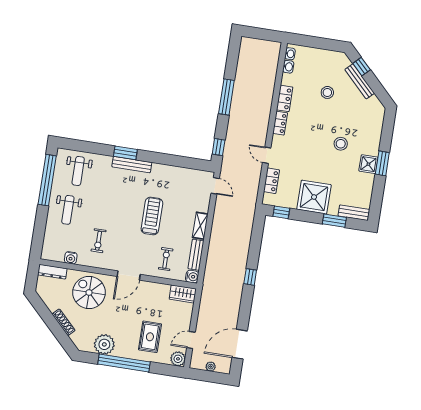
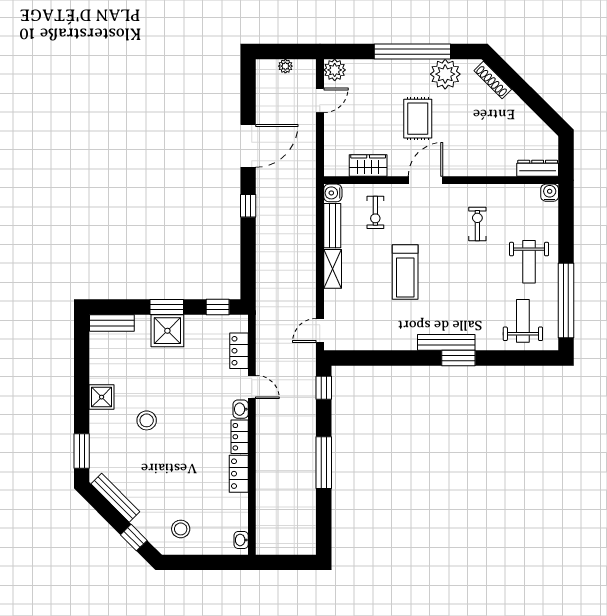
washbasin: (288, 67) -> (241, 409), moved
bench: (360, 81) -> (115, 498), moved
stool: (327, 92) -> (181, 529), moved
window: (382, 163) -> (82, 451), moved
door: (215, 186) -> (320, 330), hinge flipped
shower: (314, 197) -> (167, 331), width x0.73, depth x0.73
weight bench: (68, 210) -> (529, 262), turned 180
window: (334, 221) -> (167, 307), moved
water cooler: (71, 258) -> (550, 193), moved
spiral stairs: (89, 292) -> (479, 146), removed
wardrobe: (183, 294) -> (368, 166), moved
shoe rack: (63, 322) -> (493, 80), moved
rug: (150, 337) -> (418, 119), moved
door: (240, 344) -> (248, 146), moved

